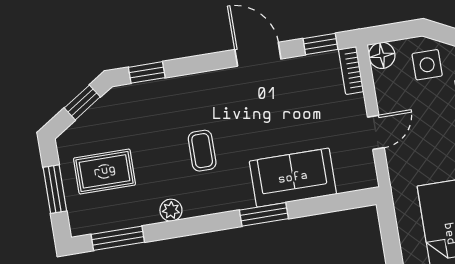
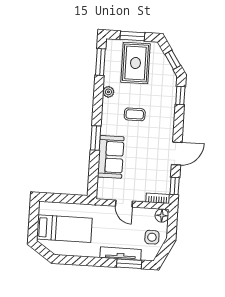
rug: (105, 171) -> (135, 63), width x1.36, depth x1.43

